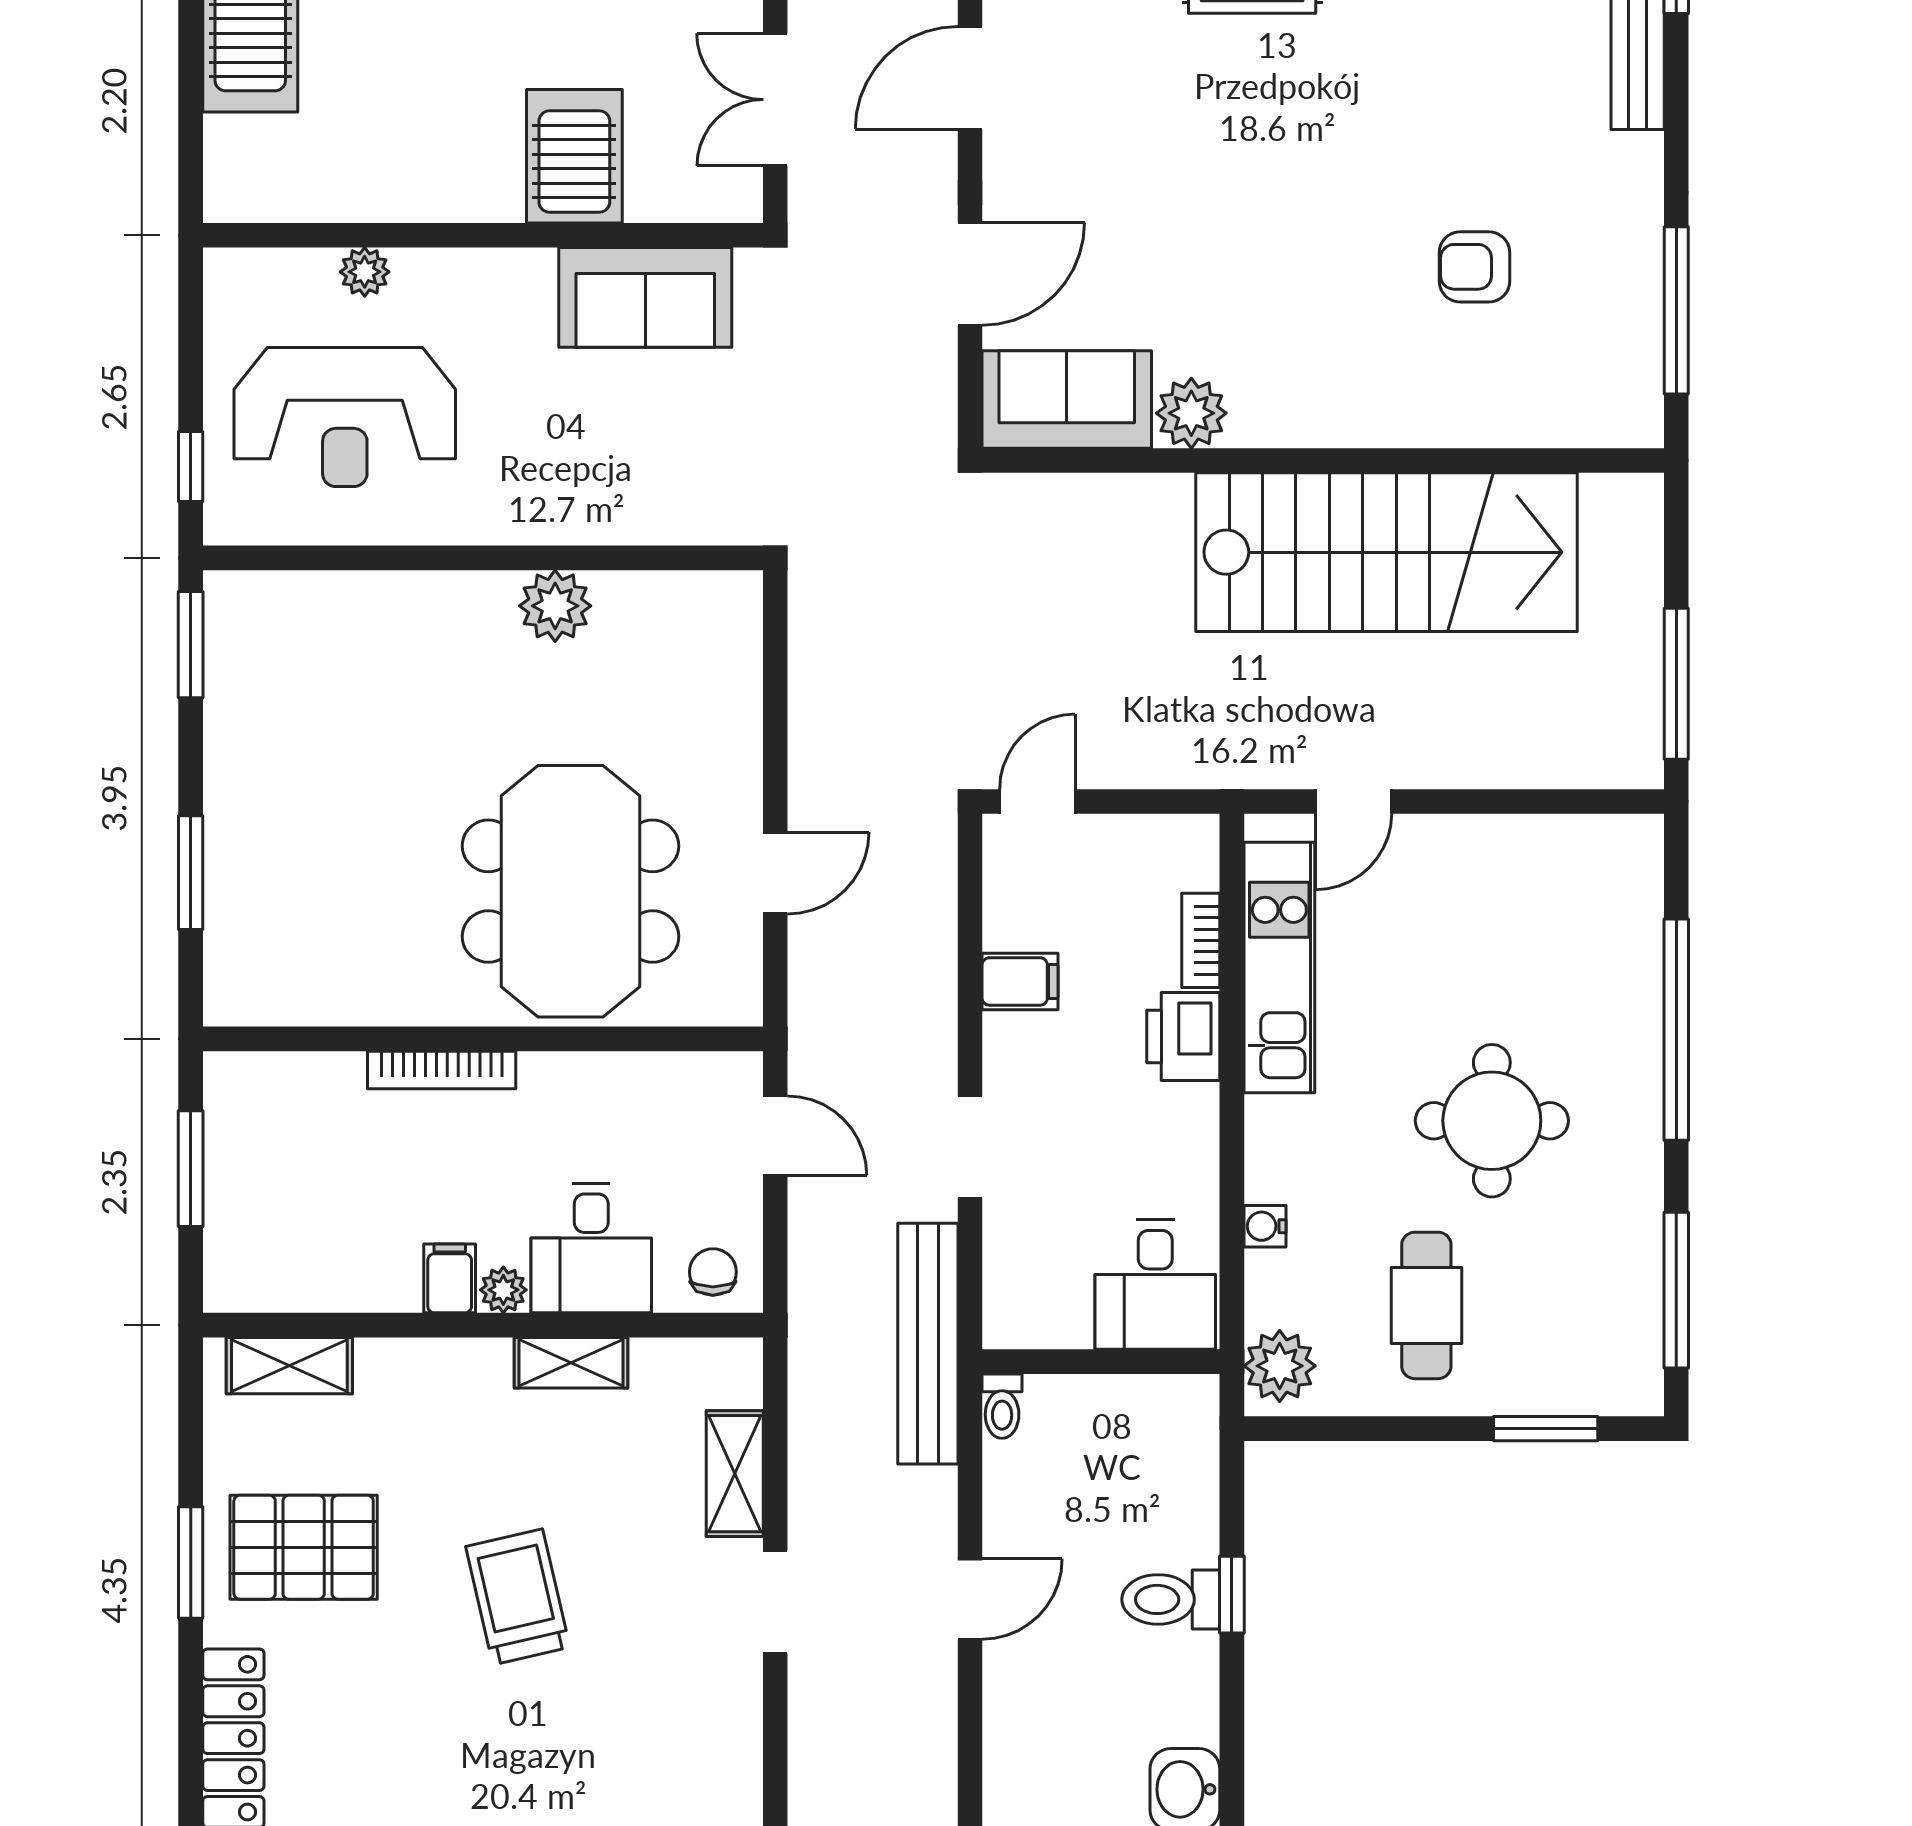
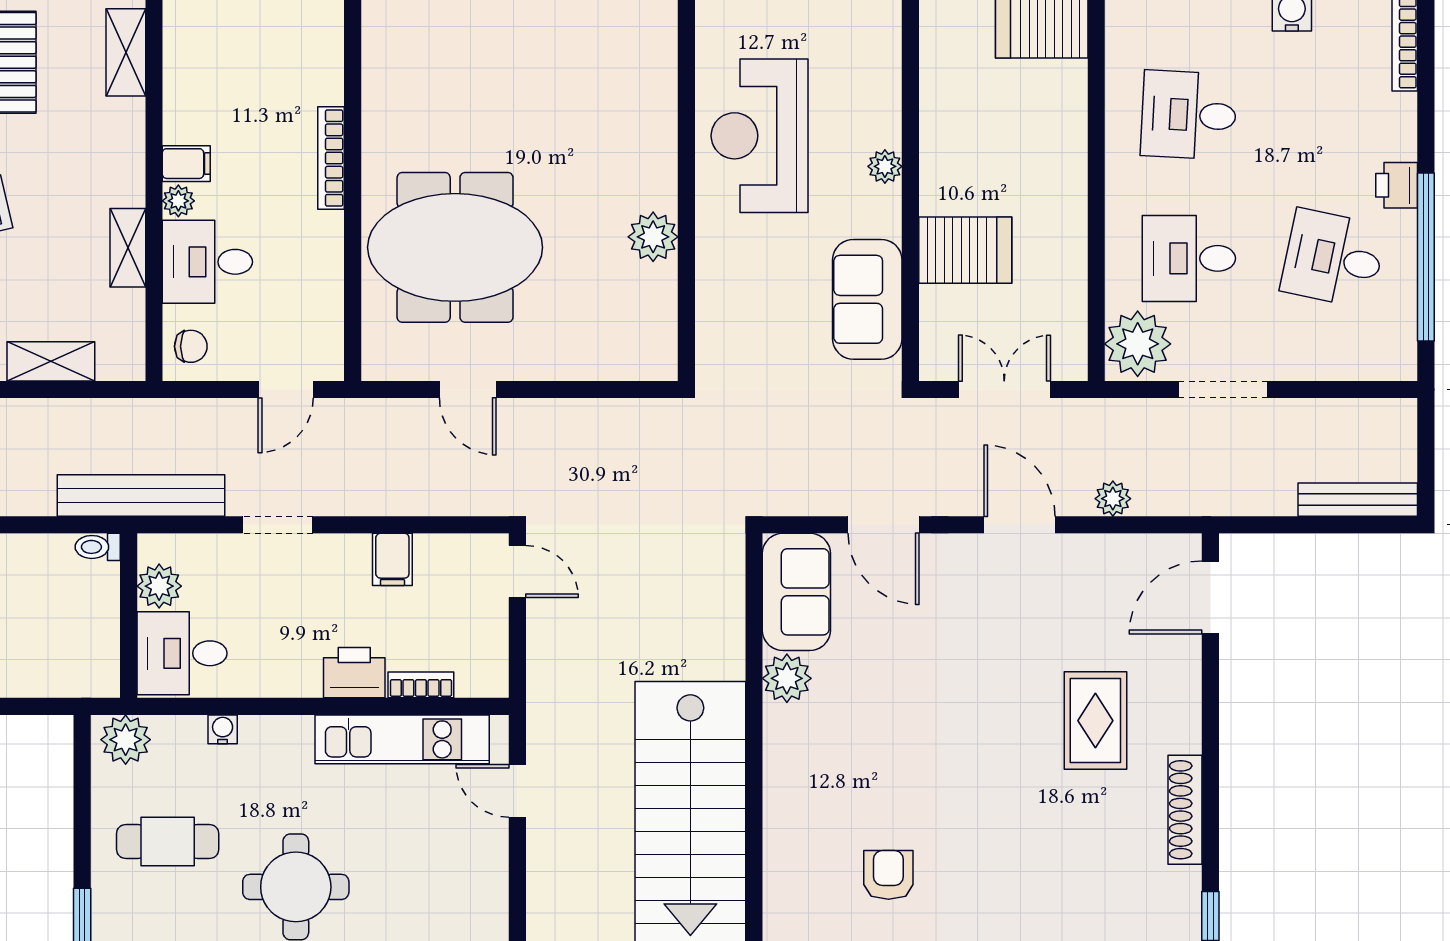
plant: (365, 272) -> (885, 166), moved
reception desk: (345, 417) -> (760, 136), moved
plant: (1058, 1317) -> (159, 586), added

